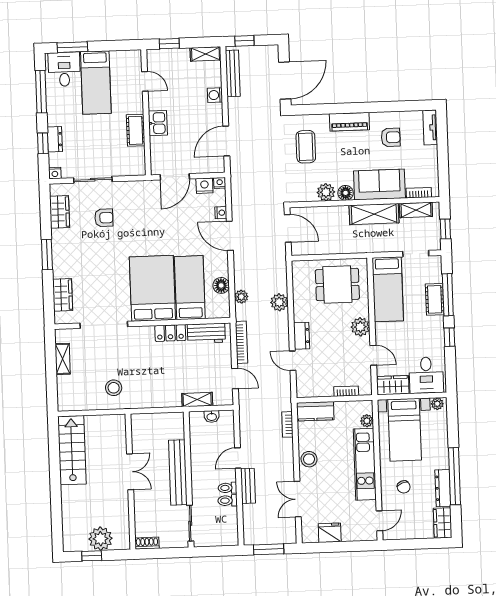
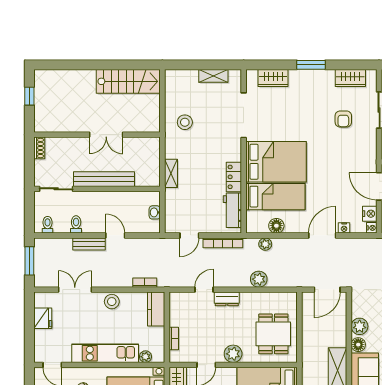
shelving: (197, 400) -> (171, 173), moved
toilet: (227, 488) -> (48, 225), moved
plant: (101, 539) -> (45, 105), removed

